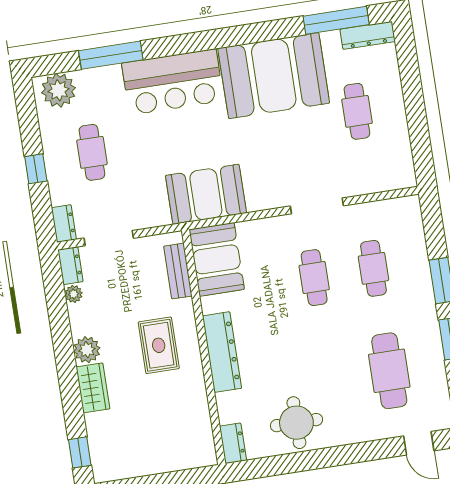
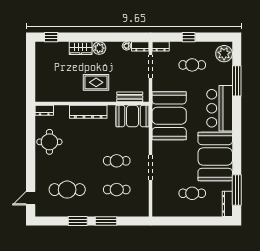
booth: (206, 194) -> (169, 116), width x1.36, depth x1.42

